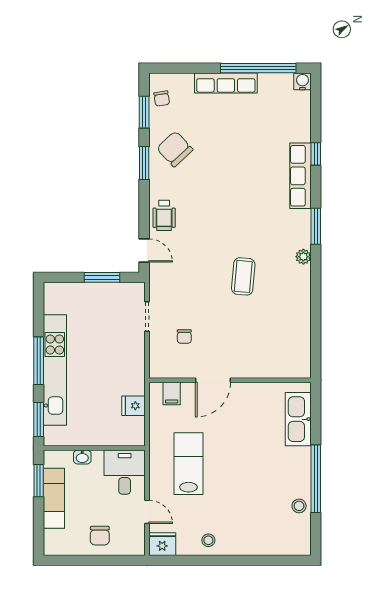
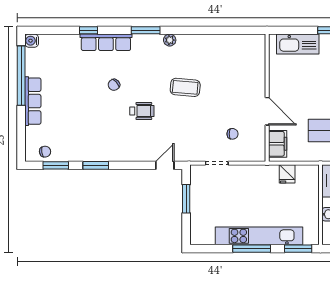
chair: (175, 149) -> (114, 85), moved, width x0.54, depth x0.54
wheelchair: (164, 215) -> (142, 111), moved
filing cabinet: (172, 394) -> (278, 144), width x2.00

